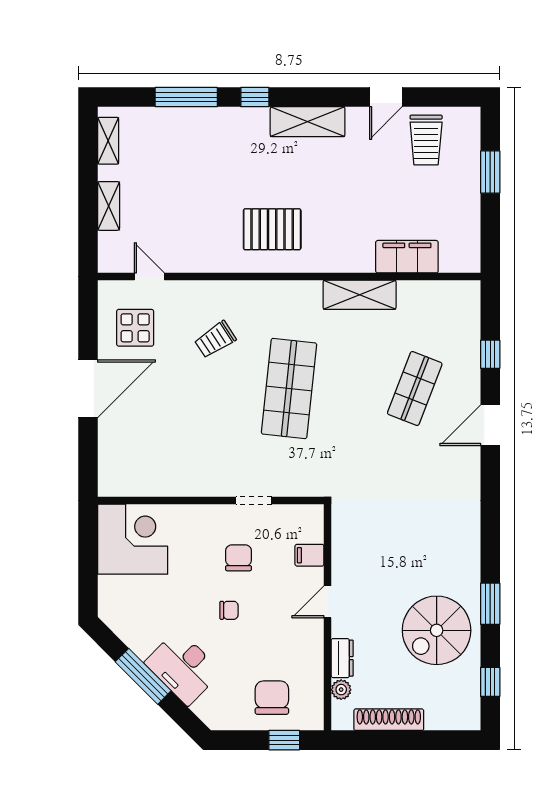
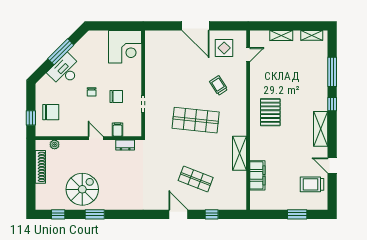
spiral stairs: (437, 630) -> (82, 189), turned 90
dresser: (342, 658) -> (125, 145), moved

